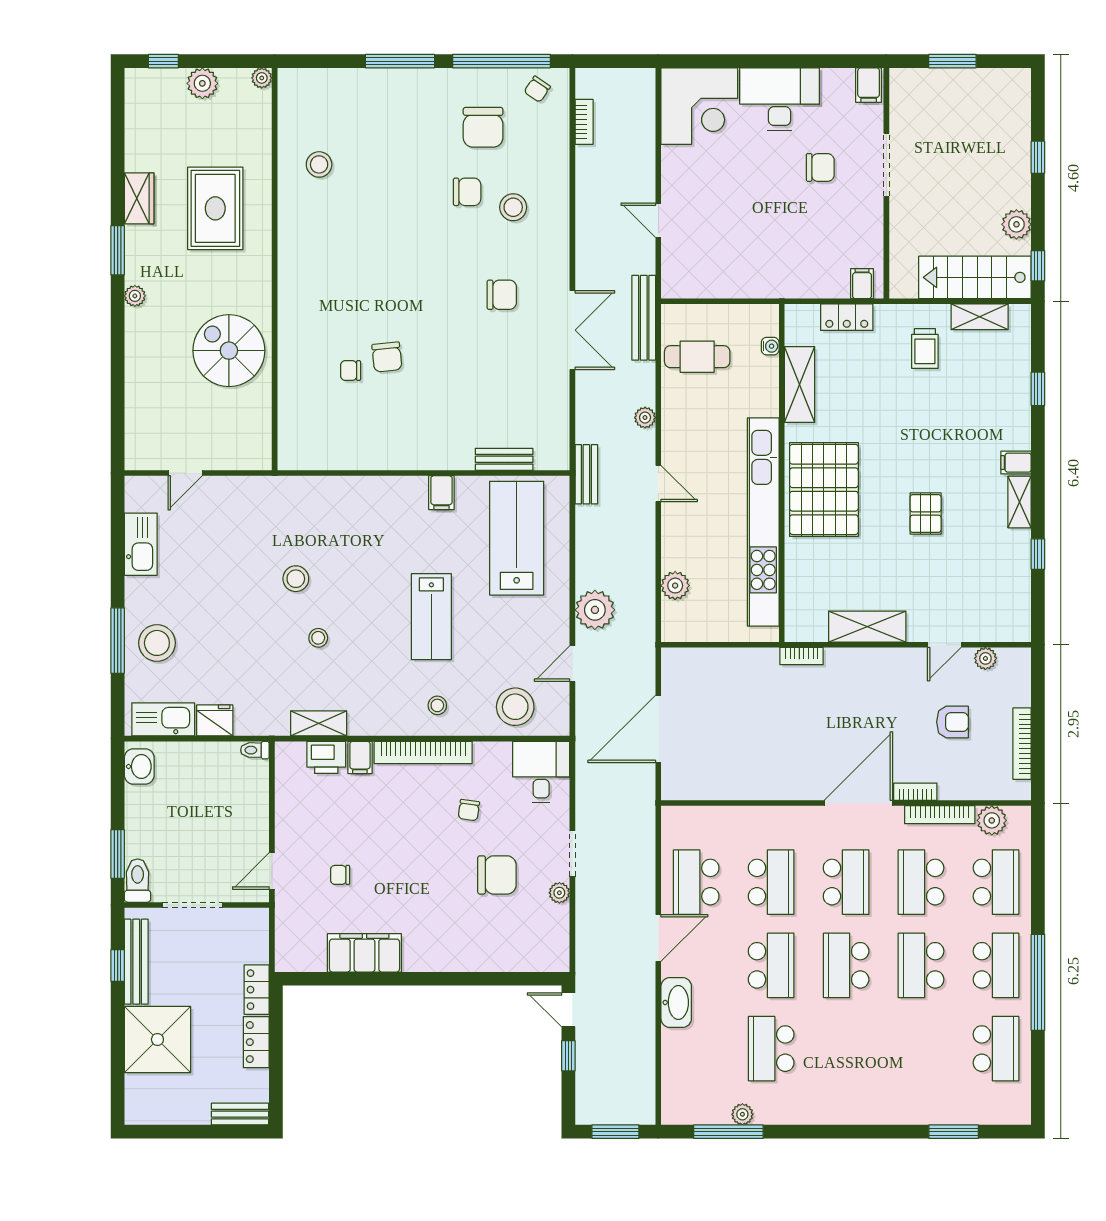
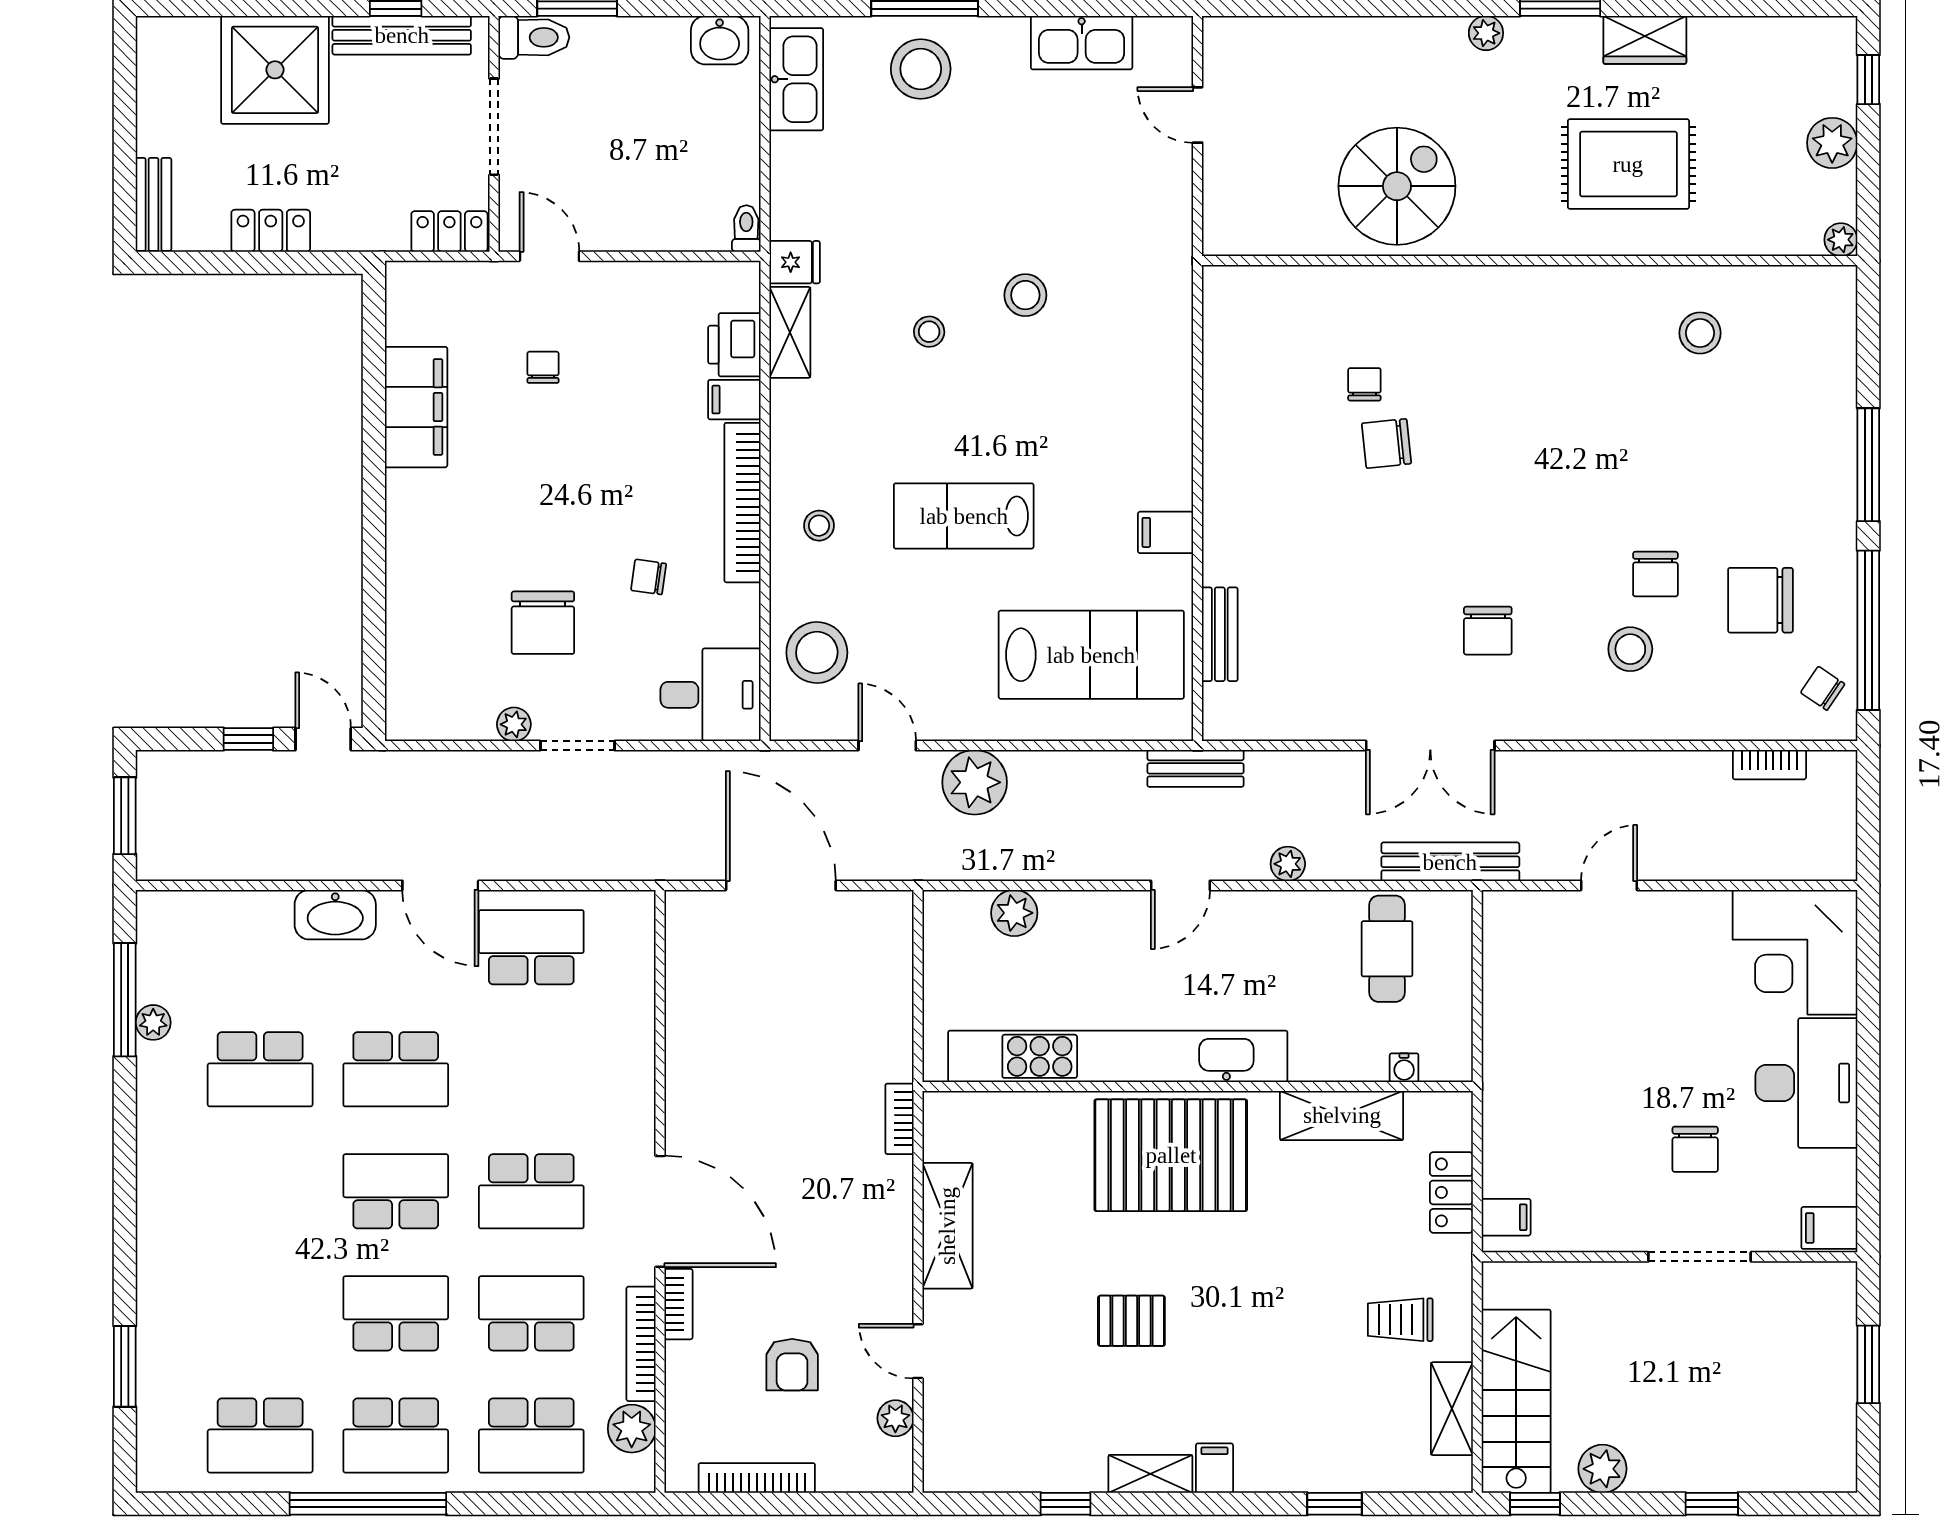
fridge: (215, 720) -> (795, 262), moved, width x0.72
school desk: (771, 882) -> (531, 1069), removed
locker: (257, 990) -> (449, 231), moved
door: (568, 1010) -> (323, 739), hinge flipped
school desk: (771, 1049) -> (260, 1069), turned 180

